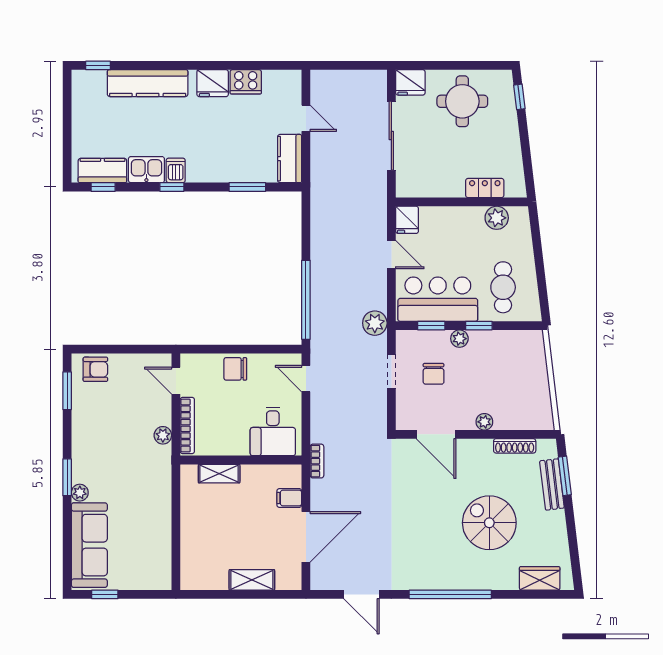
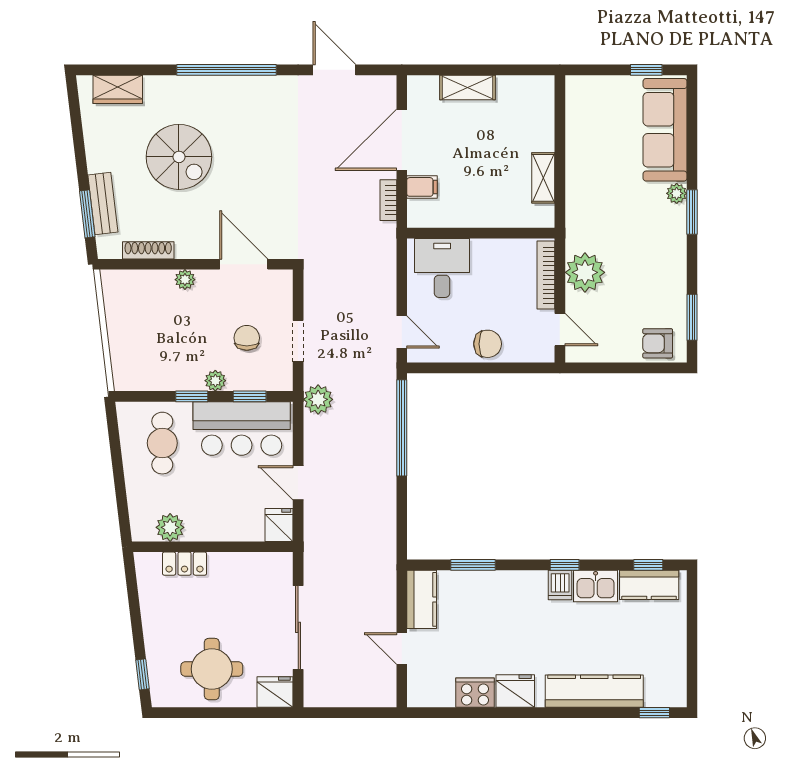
plant: (163, 435) -> (585, 272), width x1.88, depth x1.88
bookcase: (317, 461) -> (388, 200), moved
shelving: (219, 474) -> (543, 178), moved, turned 90

